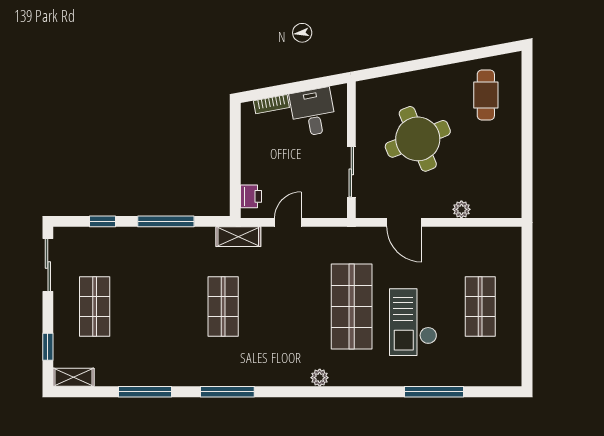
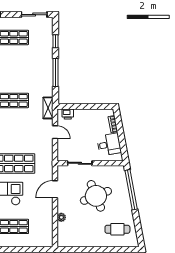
window: (405, 67) -> (131, 190), added

